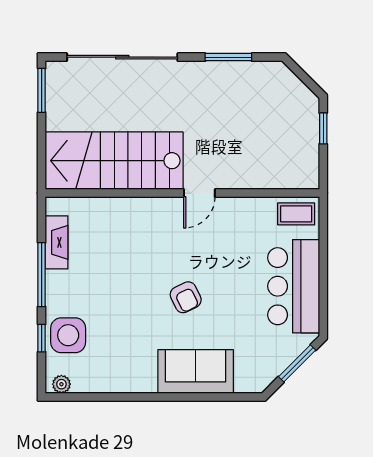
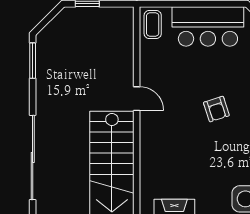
window: (228, 57) -> (33, 61), moved
armchair: (186, 297) -> (216, 109), turned 98

